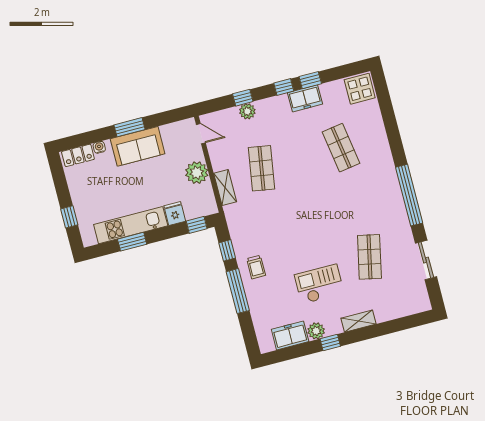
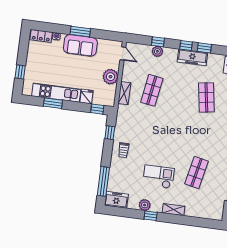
freezer: (305, 98) -> (192, 57), width x1.40
window: (238, 291) -> (103, 181), moved
freezer: (290, 335) -> (116, 200), moved

